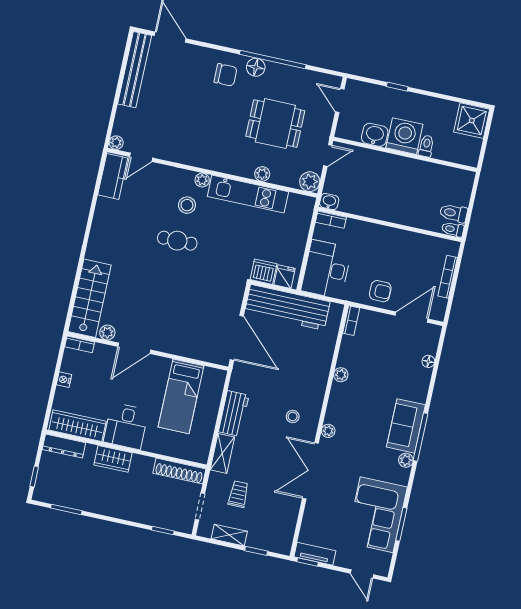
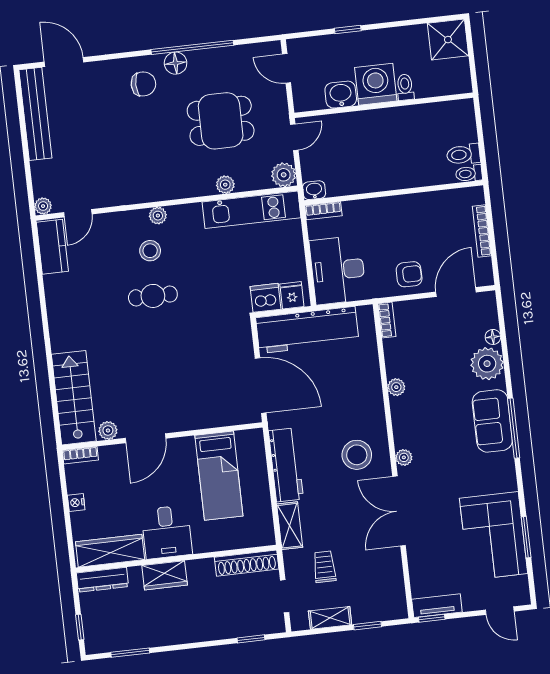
kitchen unit: (248, 194) -> (251, 210), moved
workbench: (234, 413) -> (286, 465), width x1.38
stool: (293, 417) -> (357, 455), width x1.89, depth x1.89
plant: (406, 460) -> (487, 364), moved, width x1.87, depth x1.87

